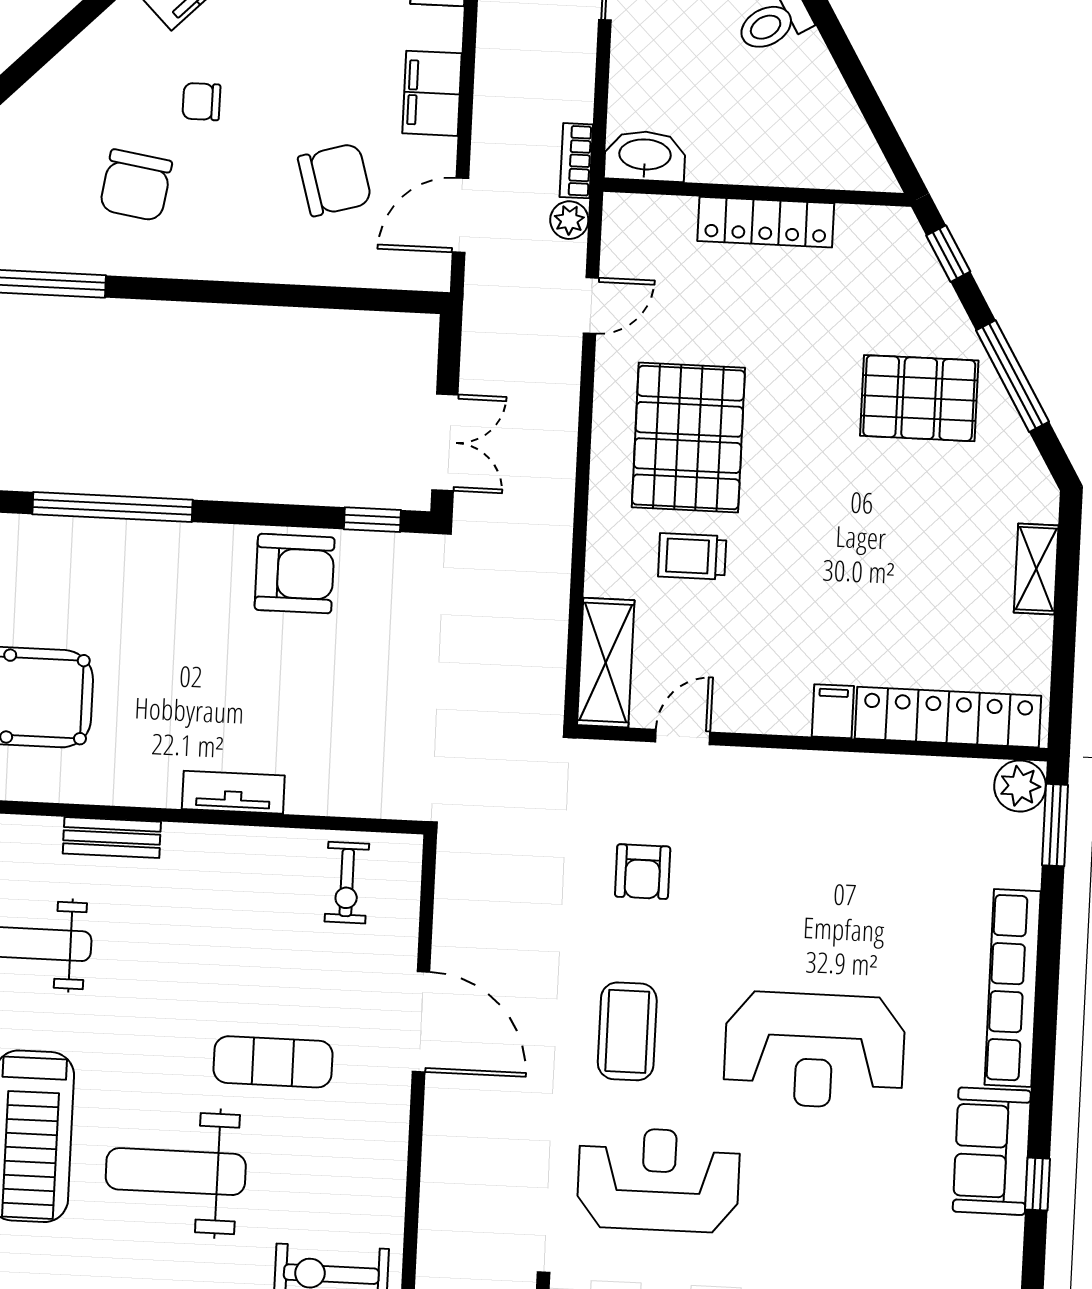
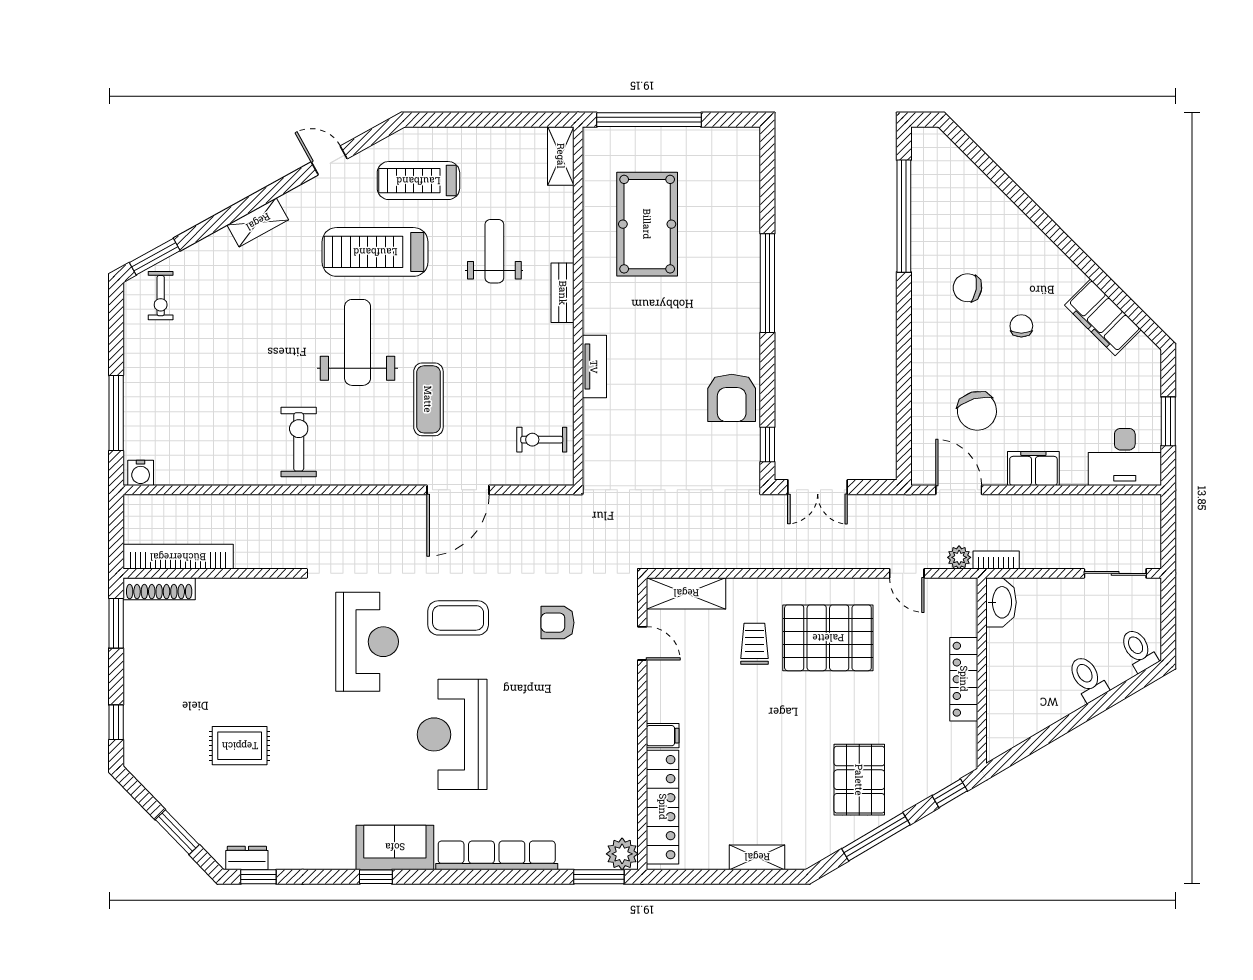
chair: (136, 185) -> (967, 288), width x0.73, depth x0.73

